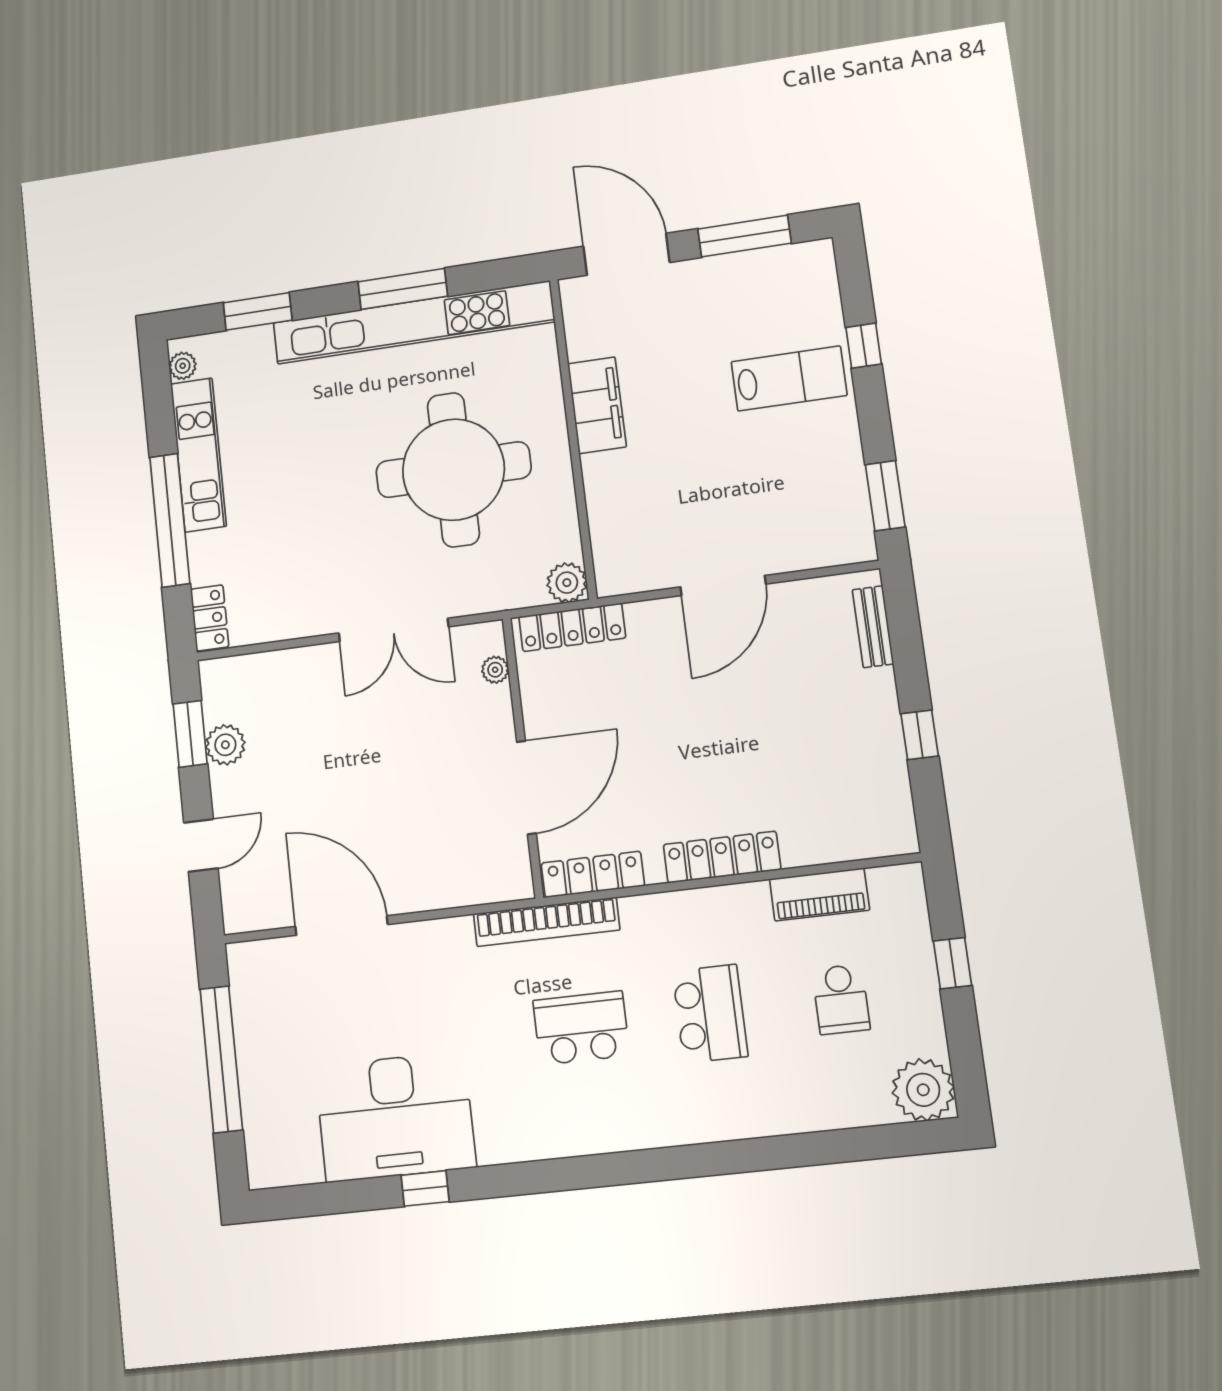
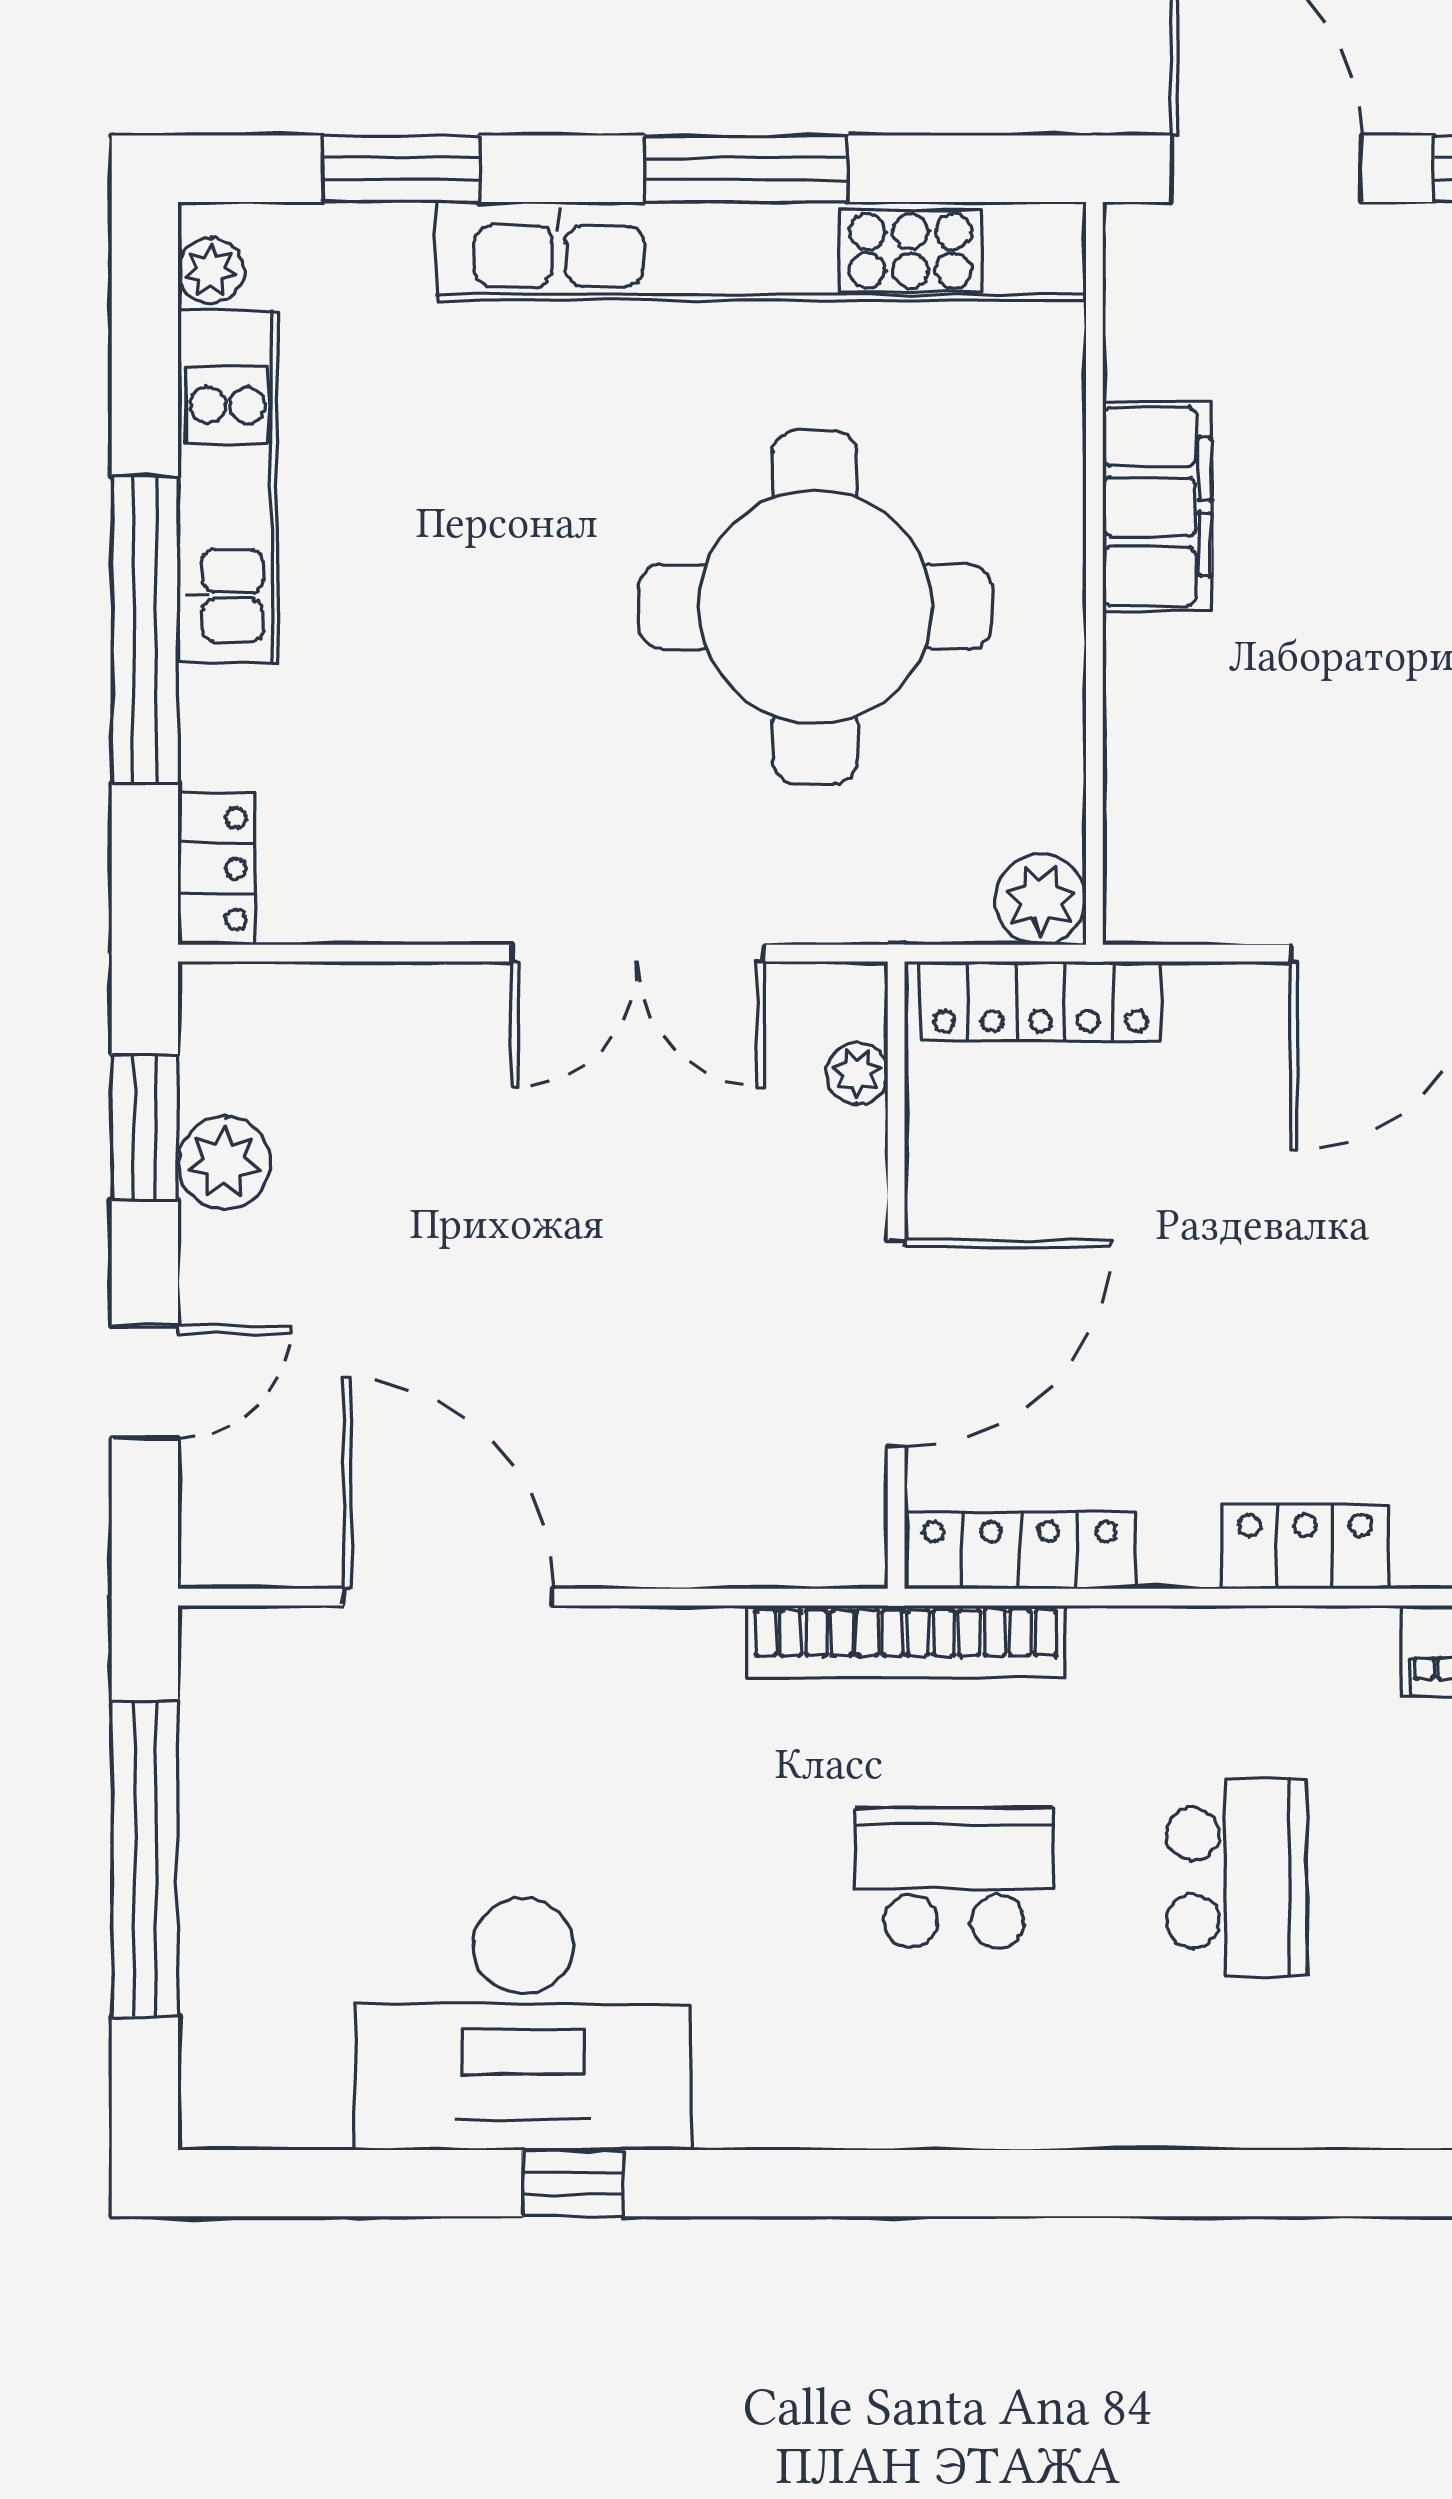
locker: (722, 857) -> (1305, 1546), width x0.66

